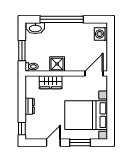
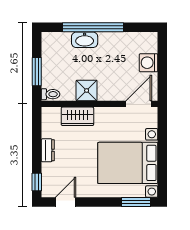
washbasin: (35, 28) -> (85, 40), moved
washing machine: (101, 34) -> (149, 63), moved
door: (53, 143) -> (65, 202), moved
window: (80, 143) -> (136, 202), moved

